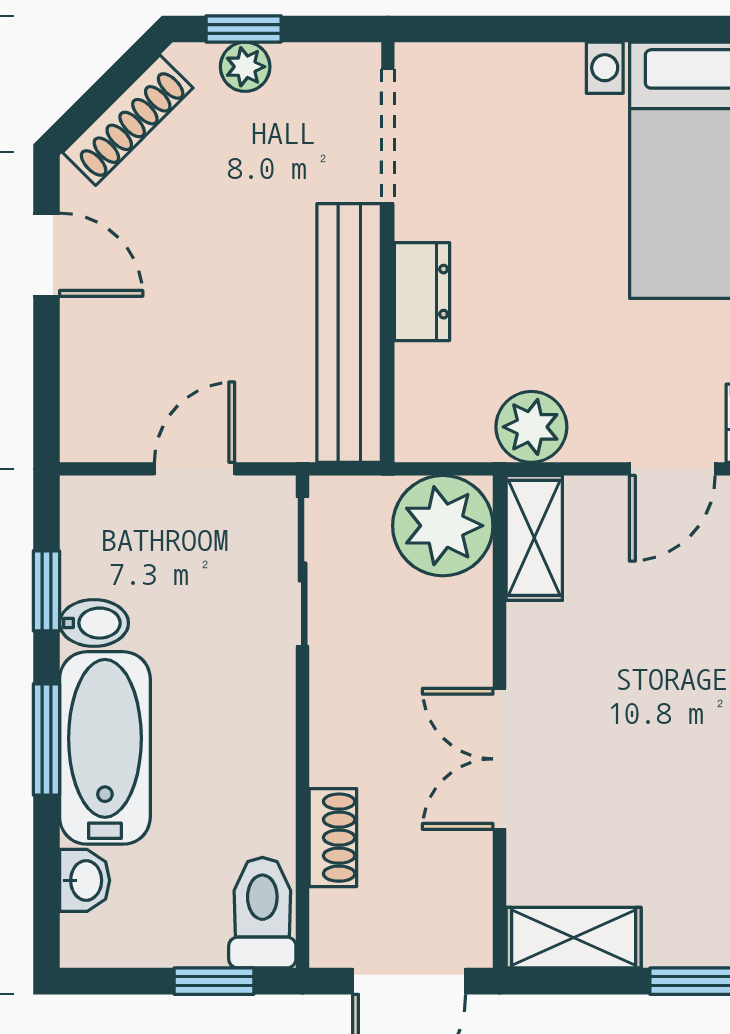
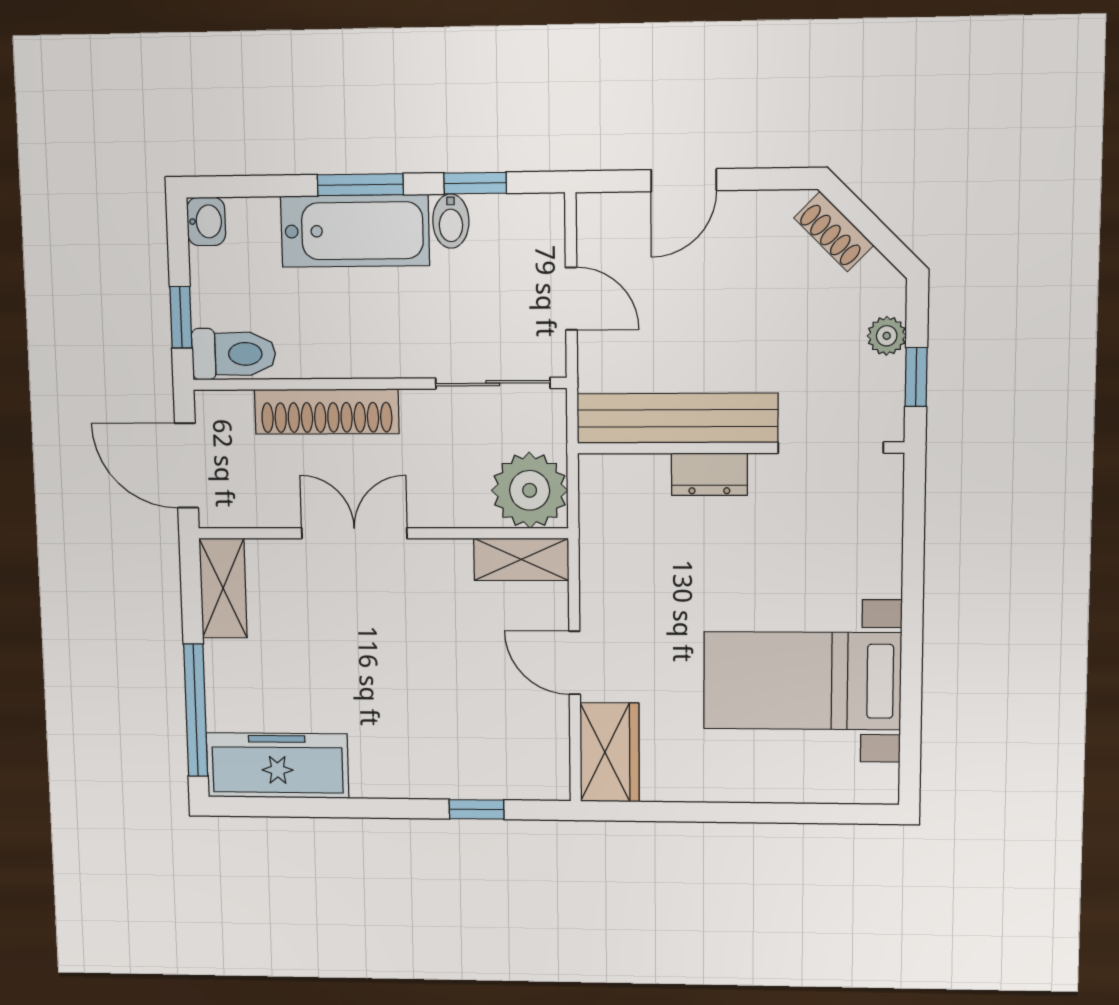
window: (244, 29) -> (916, 377), moved
shoe rack: (128, 120) -> (834, 232), width x0.70
door: (46, 255) -> (684, 180), moved
plant: (531, 427) -> (606, 557), removed
shoe rack: (333, 838) -> (327, 412), width x1.94, depth x1.24
washbasin: (85, 880) -> (206, 221), moved, turned -90

